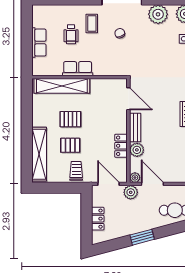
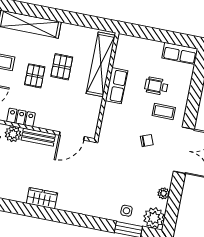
plant: (158, 14) -> (164, 193), width x0.53, depth x0.53
row of seats: (39, 43) -> (180, 53), moved
pallet: (70, 145) -> (35, 76), moved

